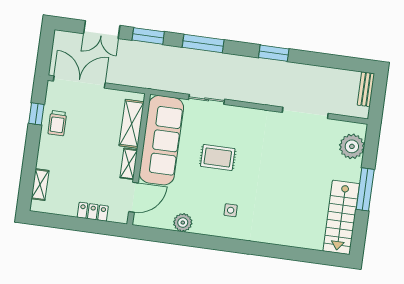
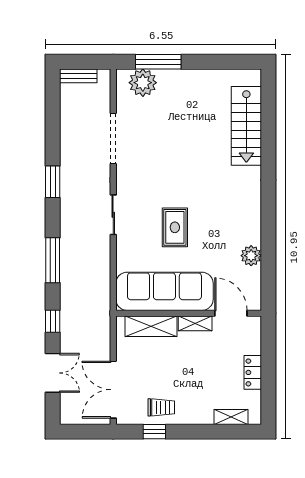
window: (148, 36) -> (53, 321), width x0.67
sliding door: (207, 99) -> (113, 215), moved
window: (365, 189) -> (158, 62), moved
side table: (231, 210) -> (230, 205), removed
locker: (93, 212) -> (253, 372), moved
stairs: (341, 217) -> (246, 126), moved, turned 90

